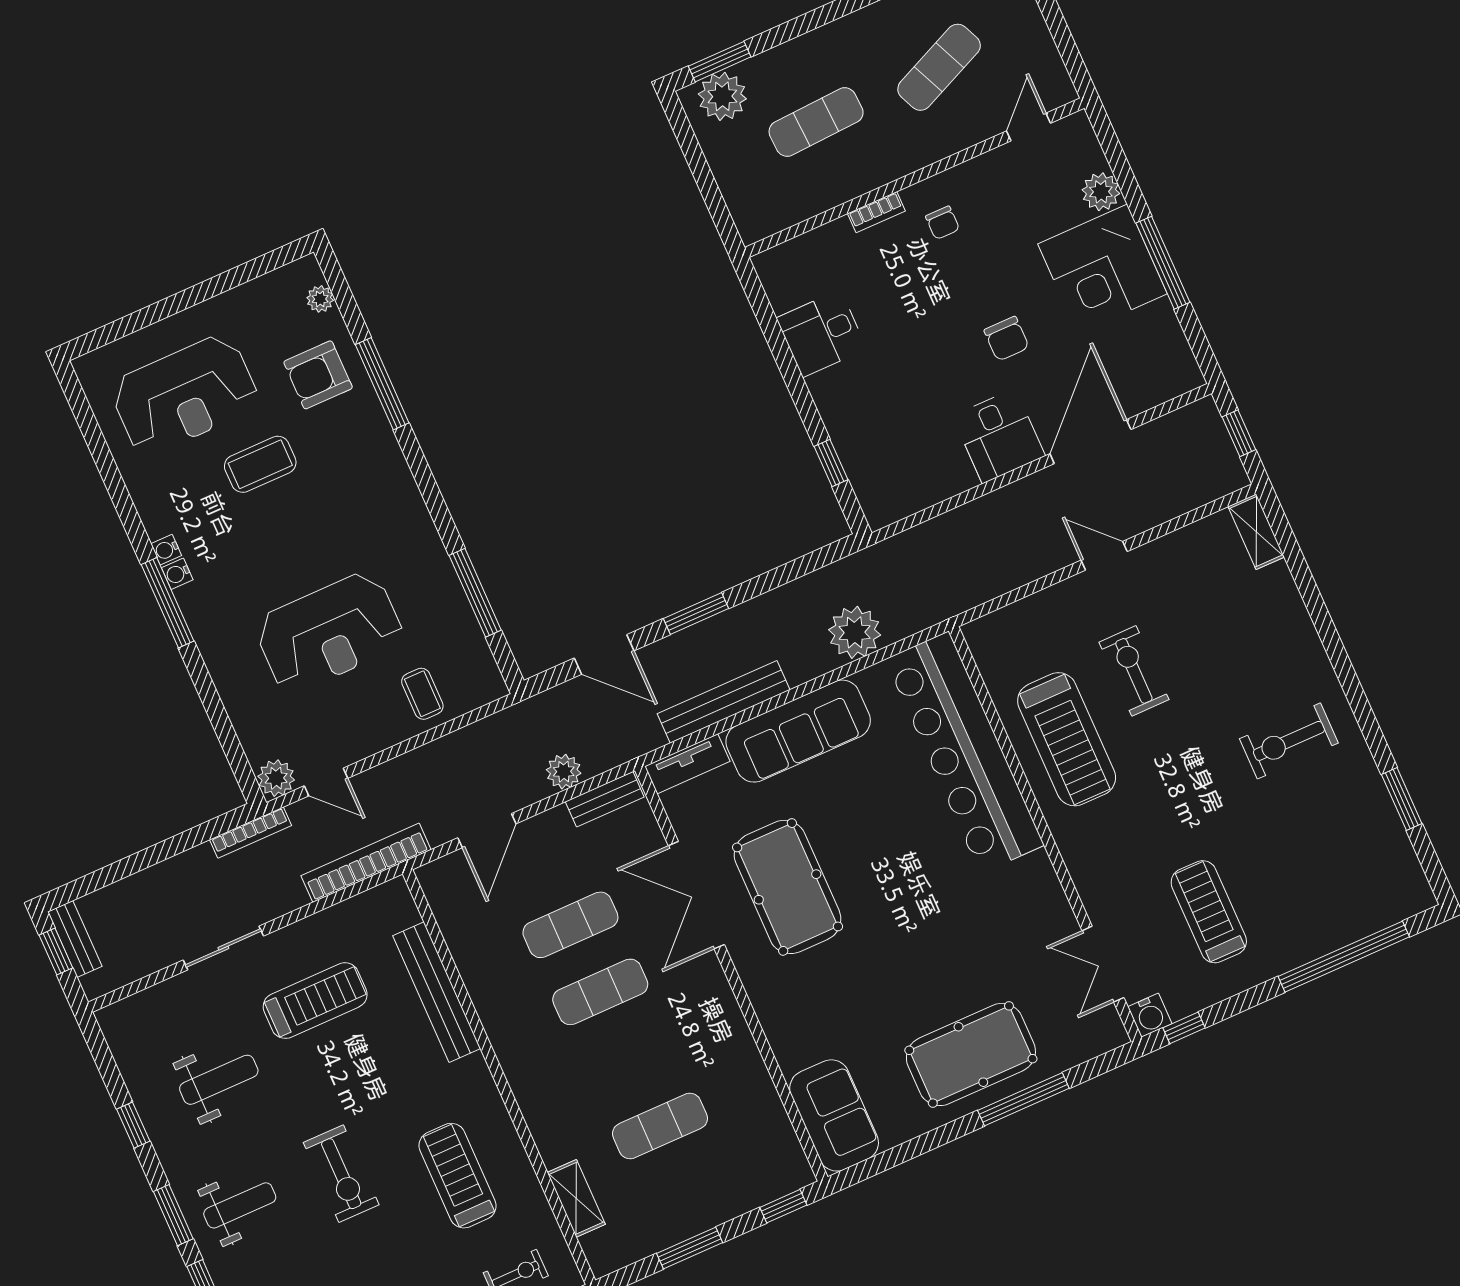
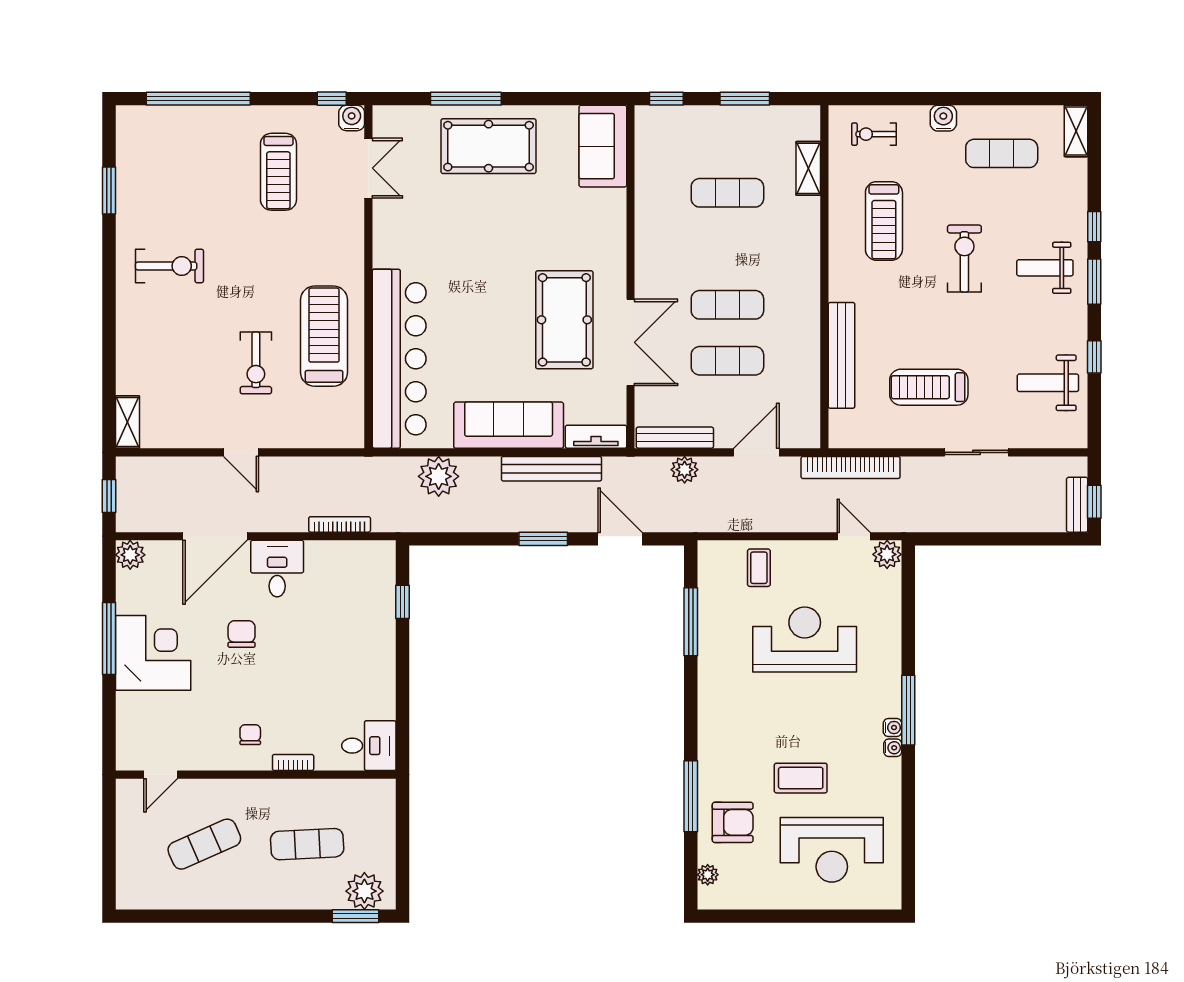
plant: (1101, 192) -> (130, 555), moved
desk: (822, 333) -> (369, 746), moved
reception desk: (185, 395) -> (832, 850), turned 180
bench: (605, 799) -> (675, 438), width x1.36
bookcase: (251, 833) -> (340, 524), moved
weight bench: (219, 1080) -> (1048, 383), moved

